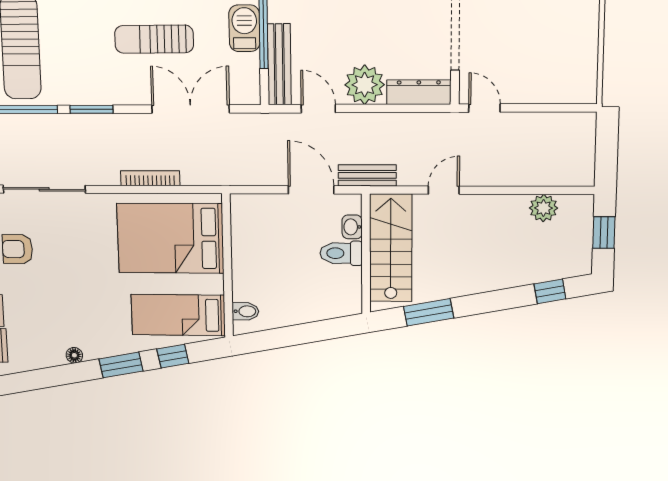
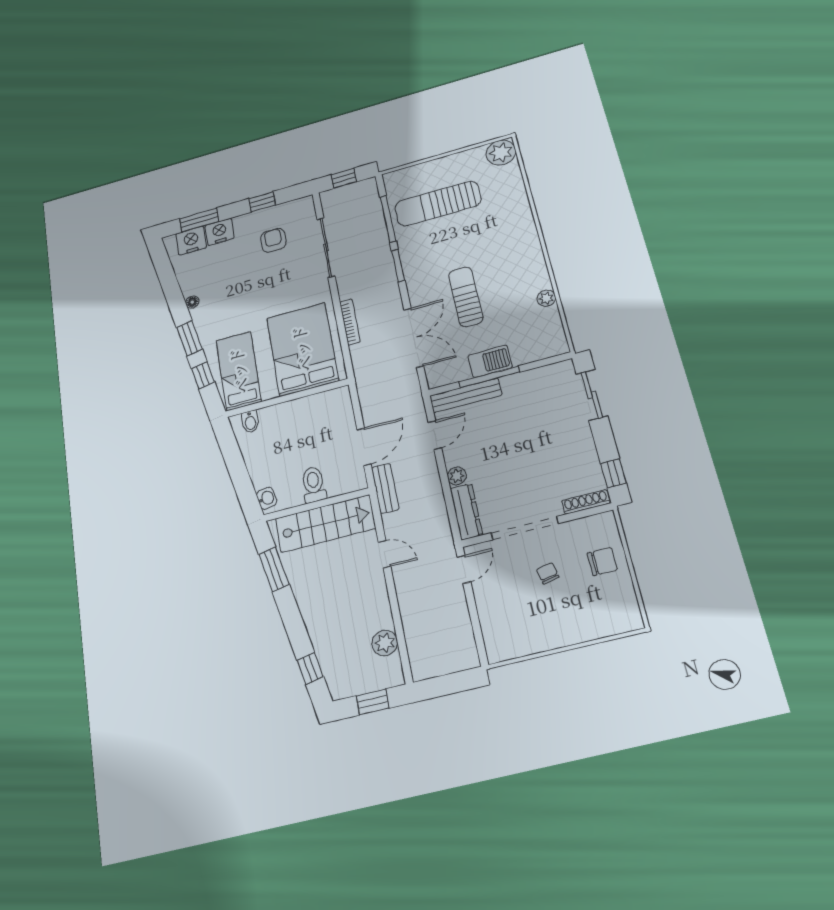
chair: (513, 19) -> (548, 573), added
plant: (365, 85) -> (457, 476), width x0.53, depth x0.53
washbasin: (352, 227) -> (267, 498), moved, turned 79

